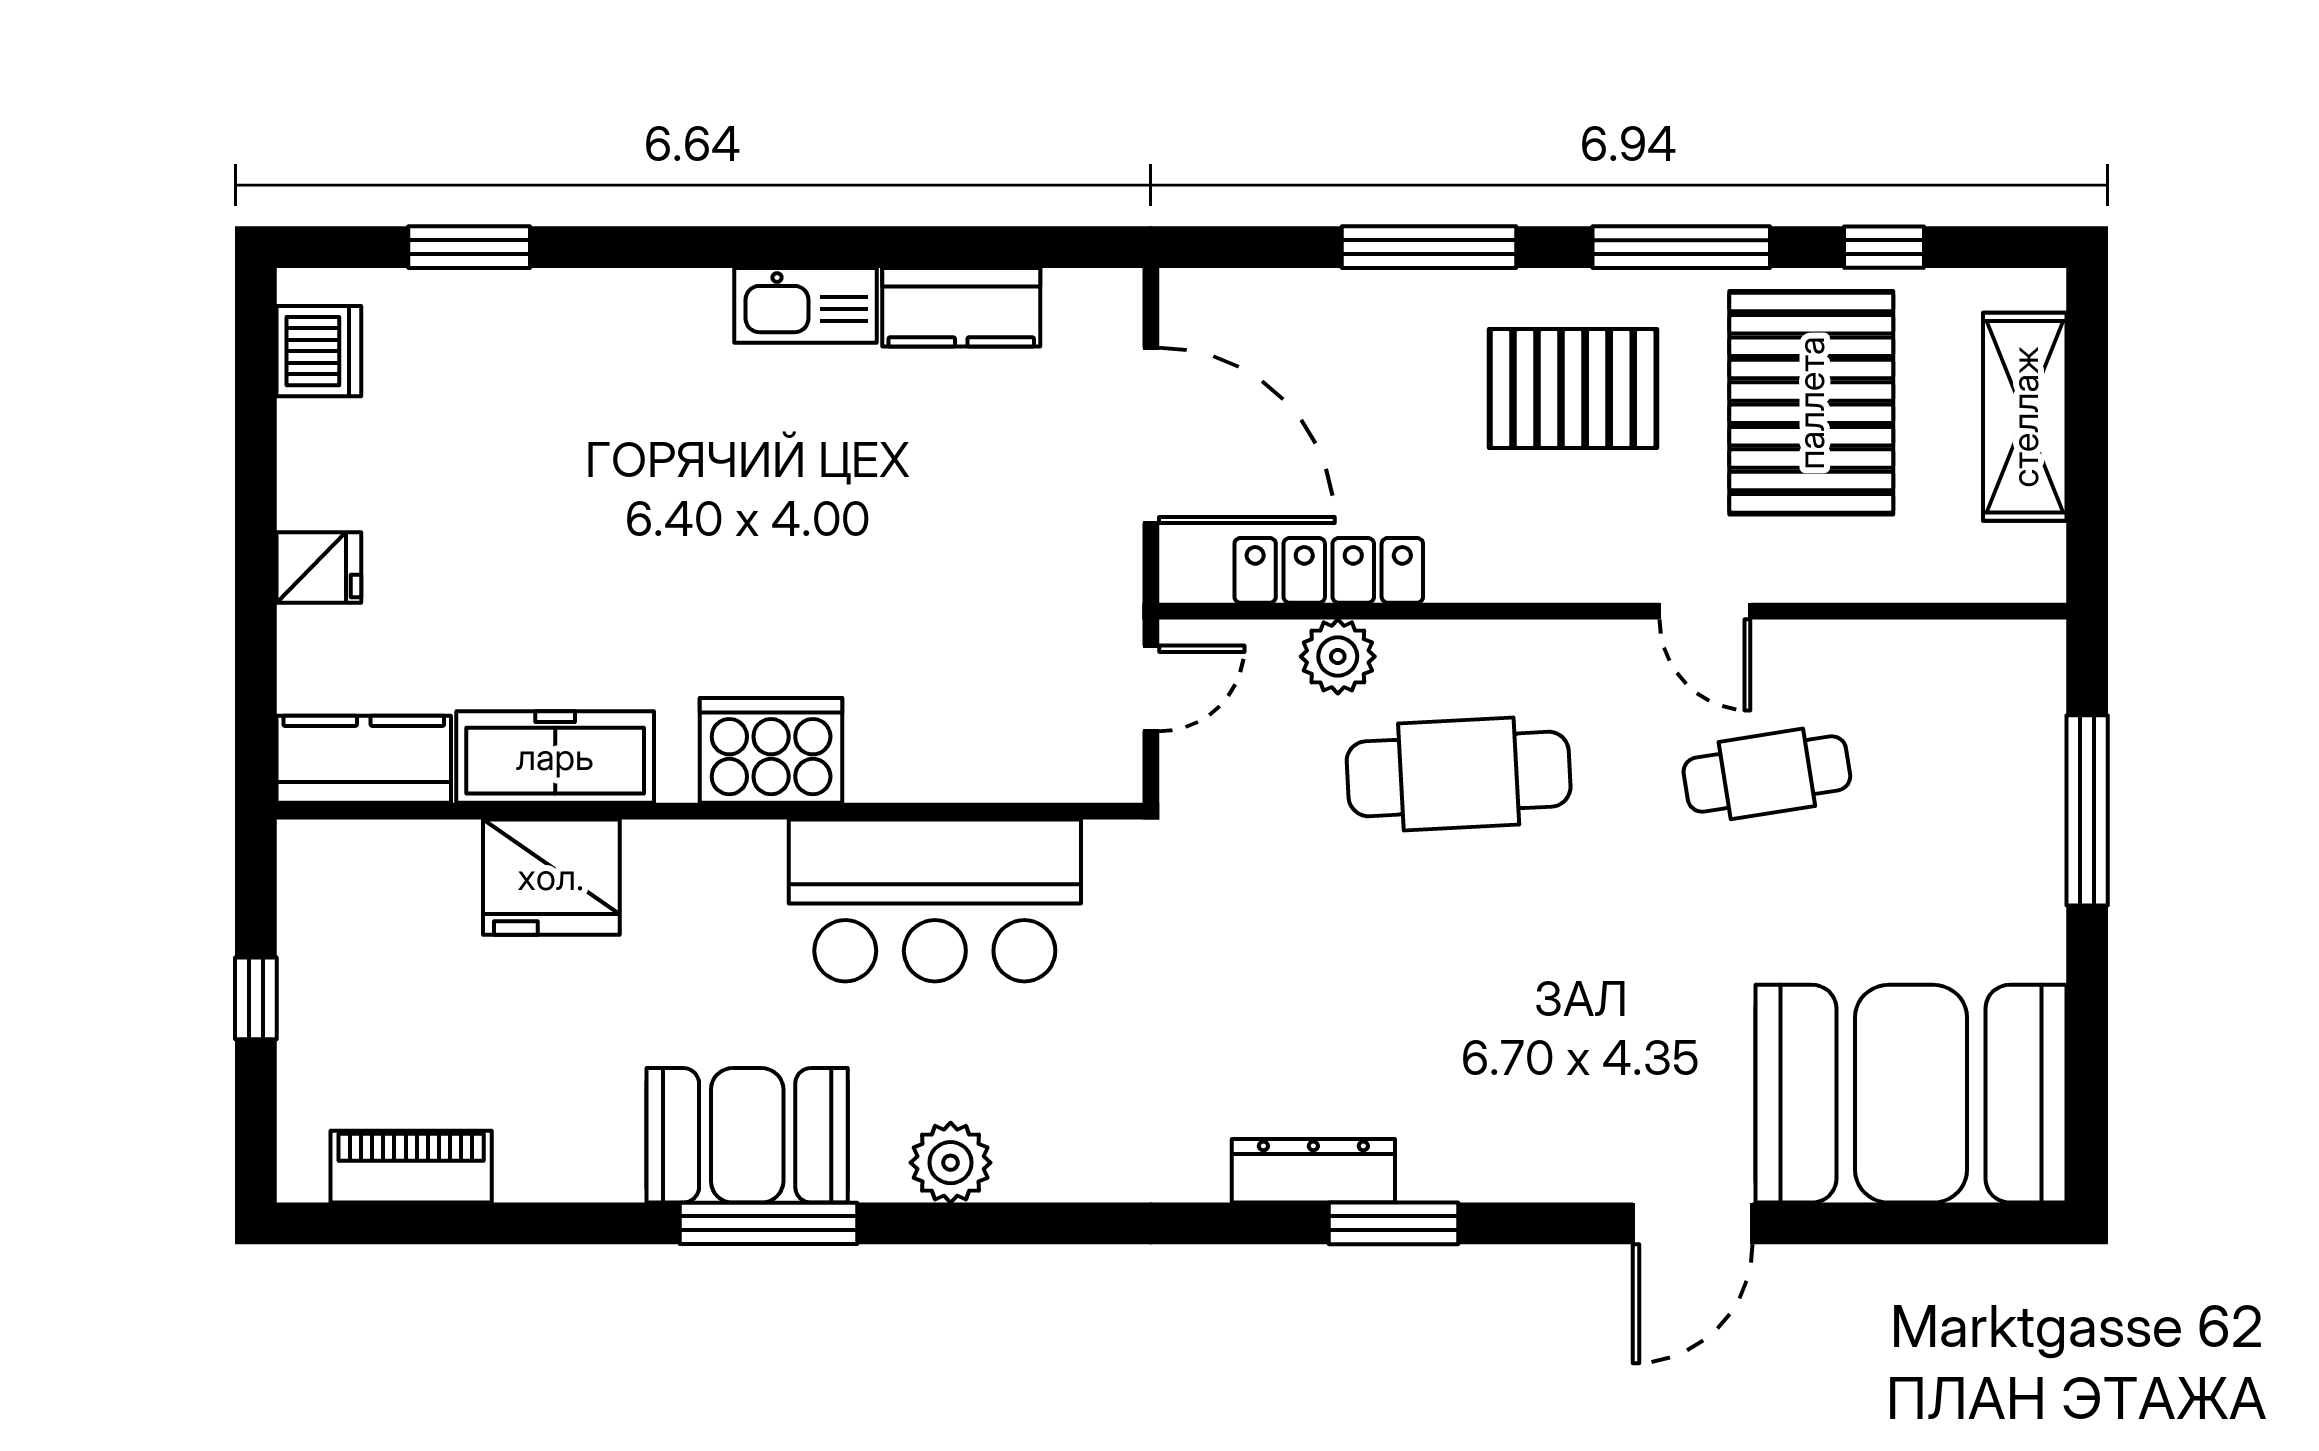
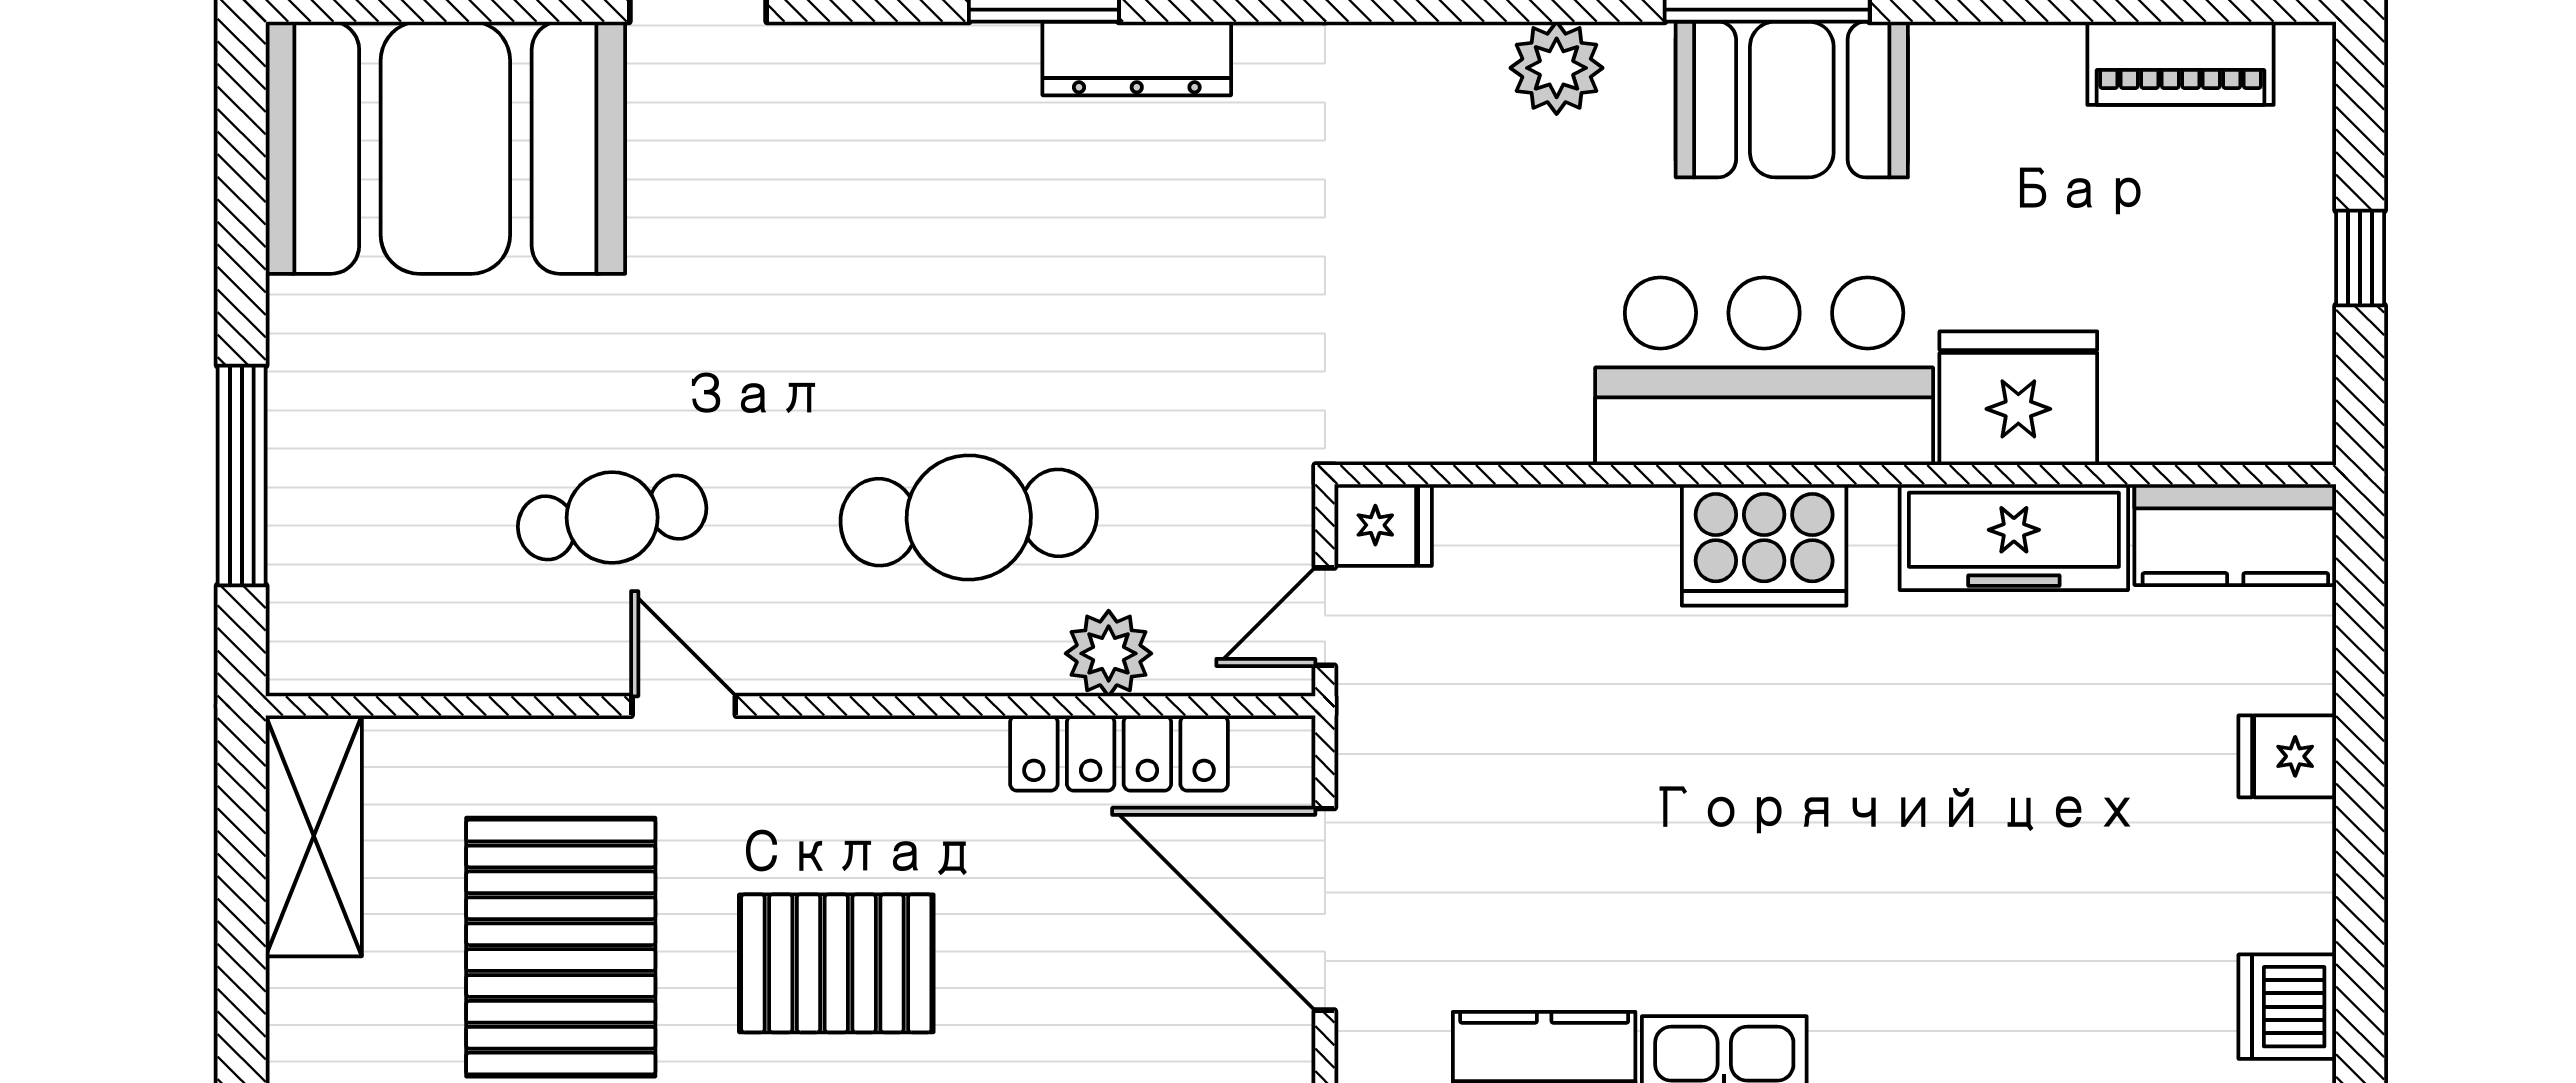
shelving: (2025, 417) -> (314, 836), moved
fridge: (1100, 767) -> (1383, 525), added
bar counter: (935, 900) -> (1764, 371), moved

